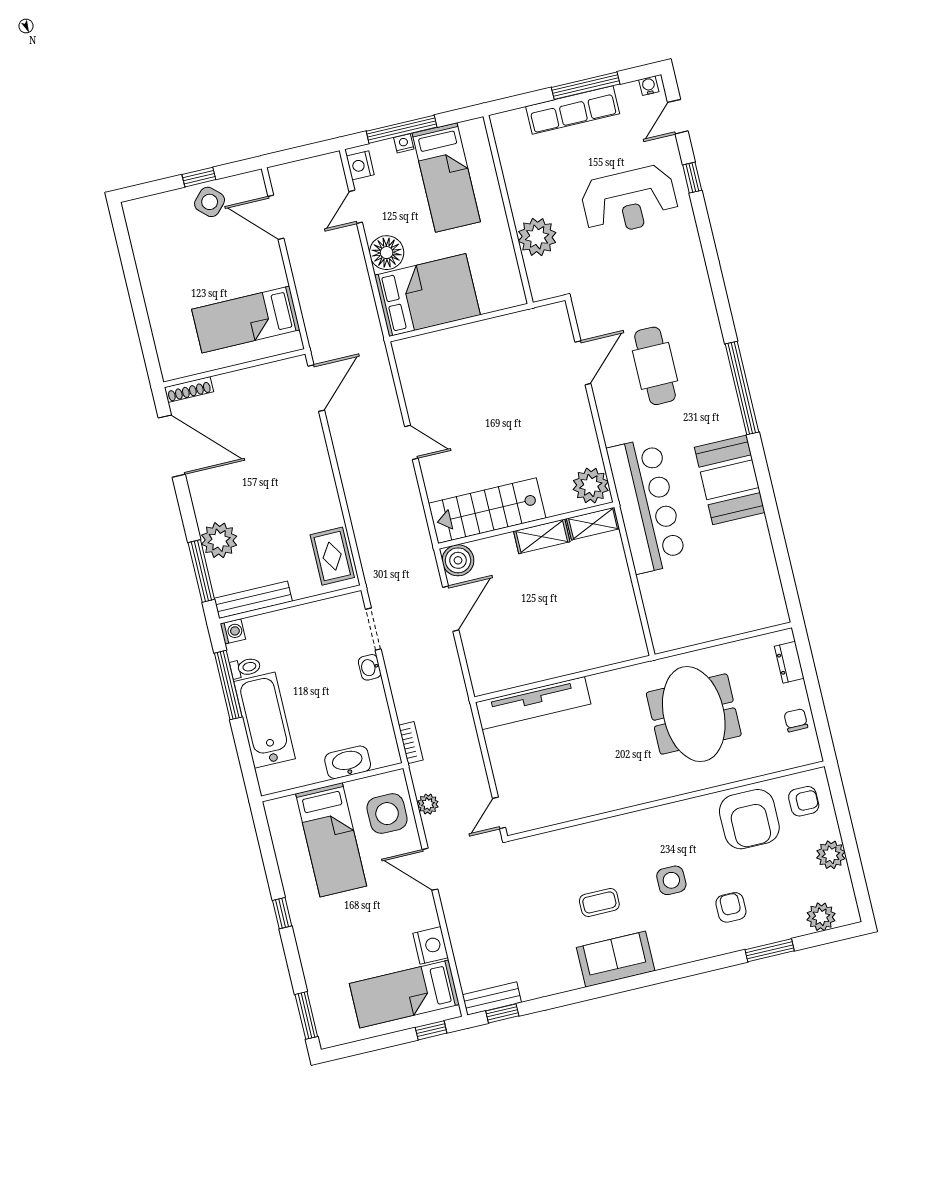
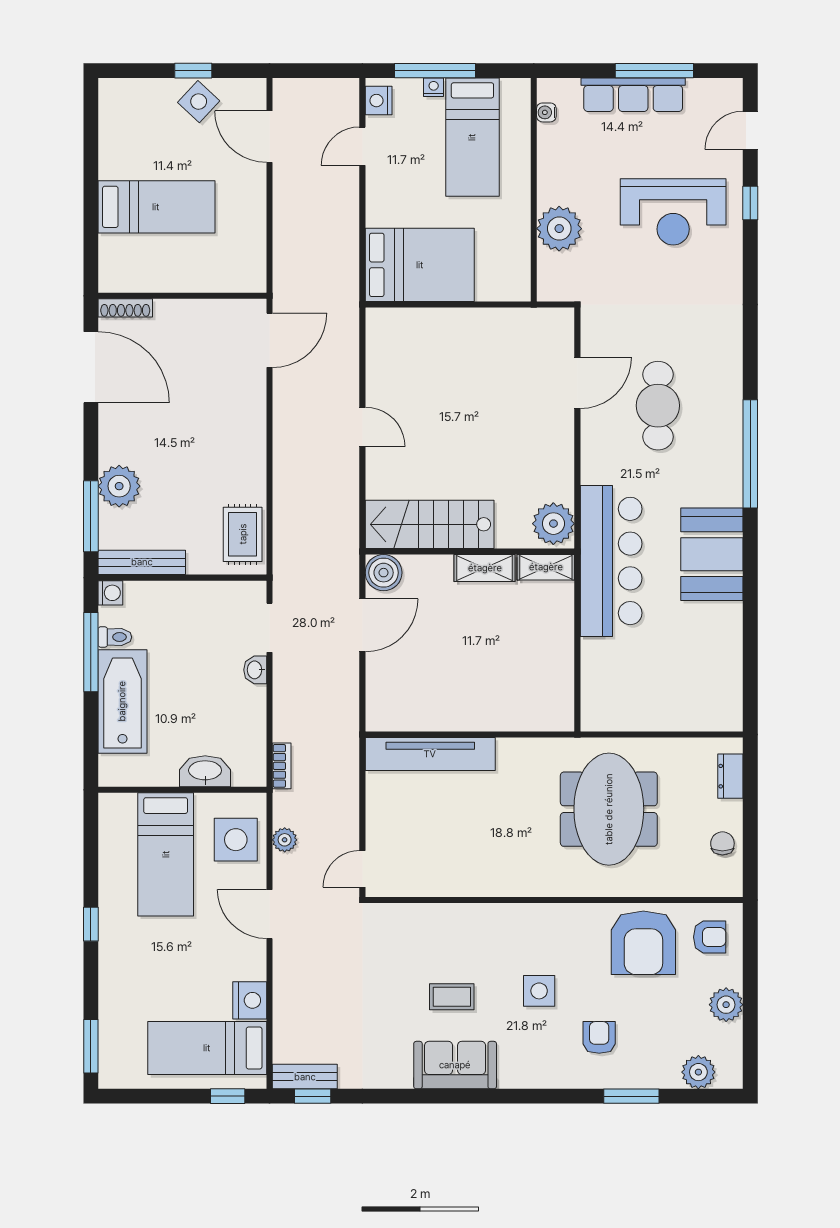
water cooler: (649, 86) -> (546, 112), moved, turned -90
floor lamp: (387, 253) -> (385, 206), removed
bed: (246, 319) -> (156, 207), moved, turned 180

